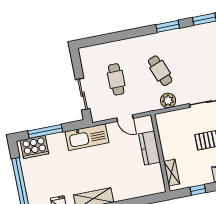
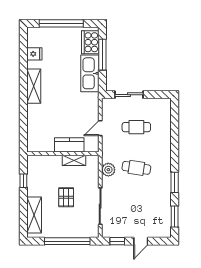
cafe table: (160, 71) -> (136, 168), turned 30
kitchen sink: (87, 137) -> (90, 73), moved
shelving: (172, 173) -> (74, 160), moved

